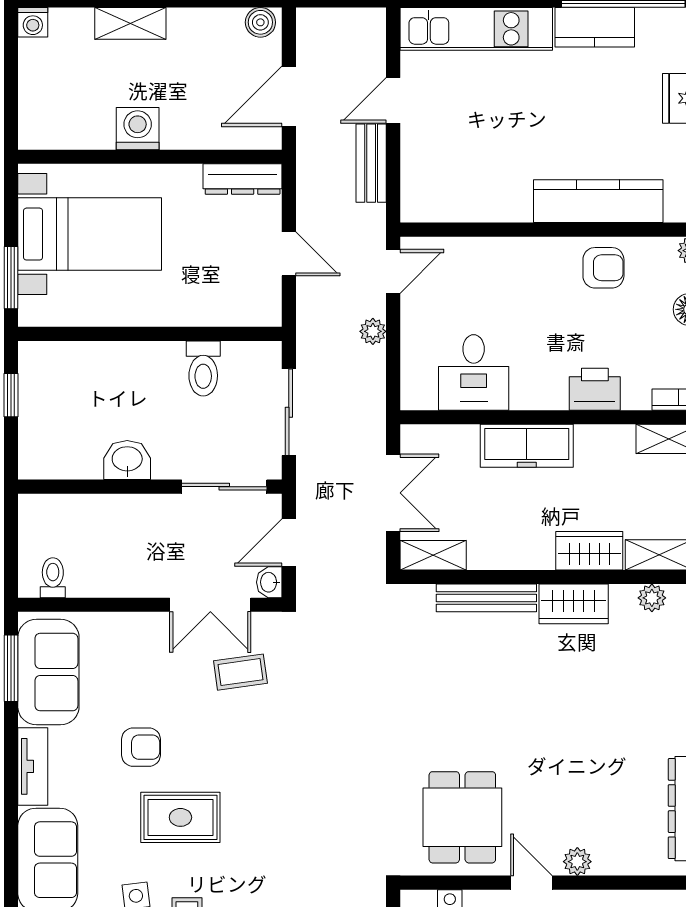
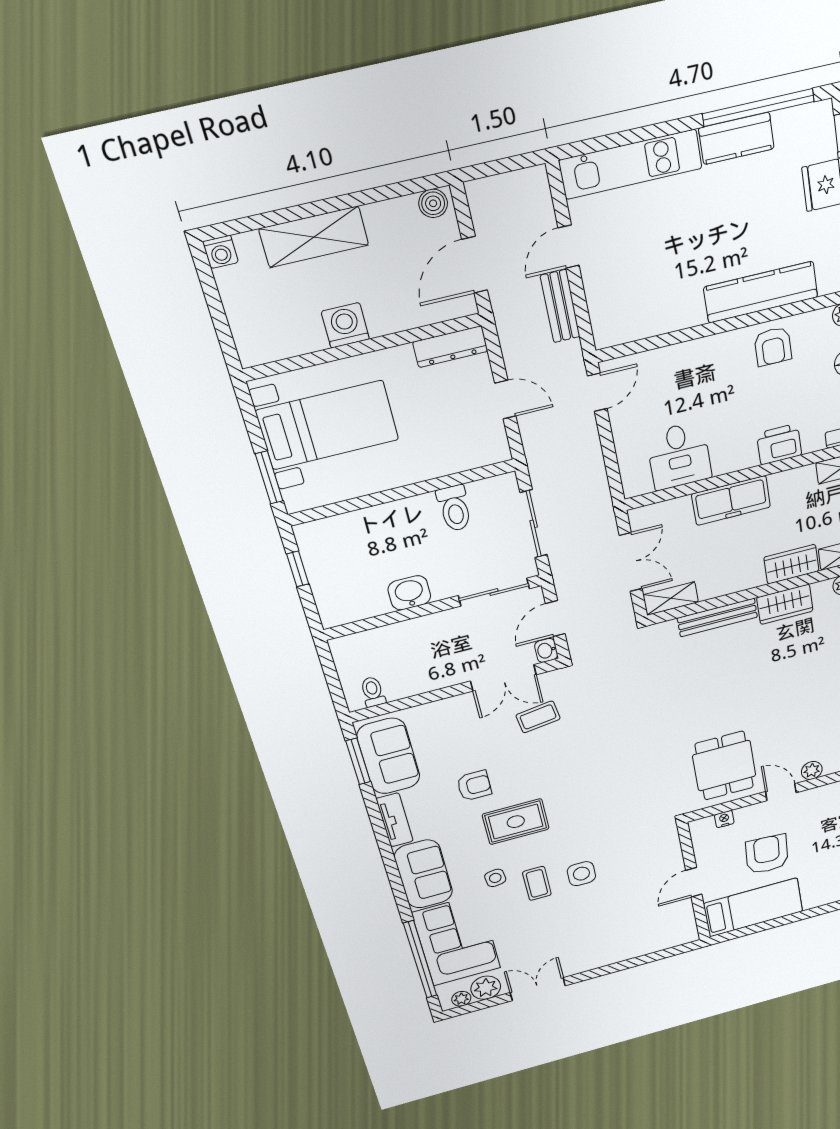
shelving: (130, 23) -> (314, 237), width x1.50, depth x1.33
armchair: (603, 268) -> (773, 346), turned 90
plant: (373, 331) -> (590, 444), removed

